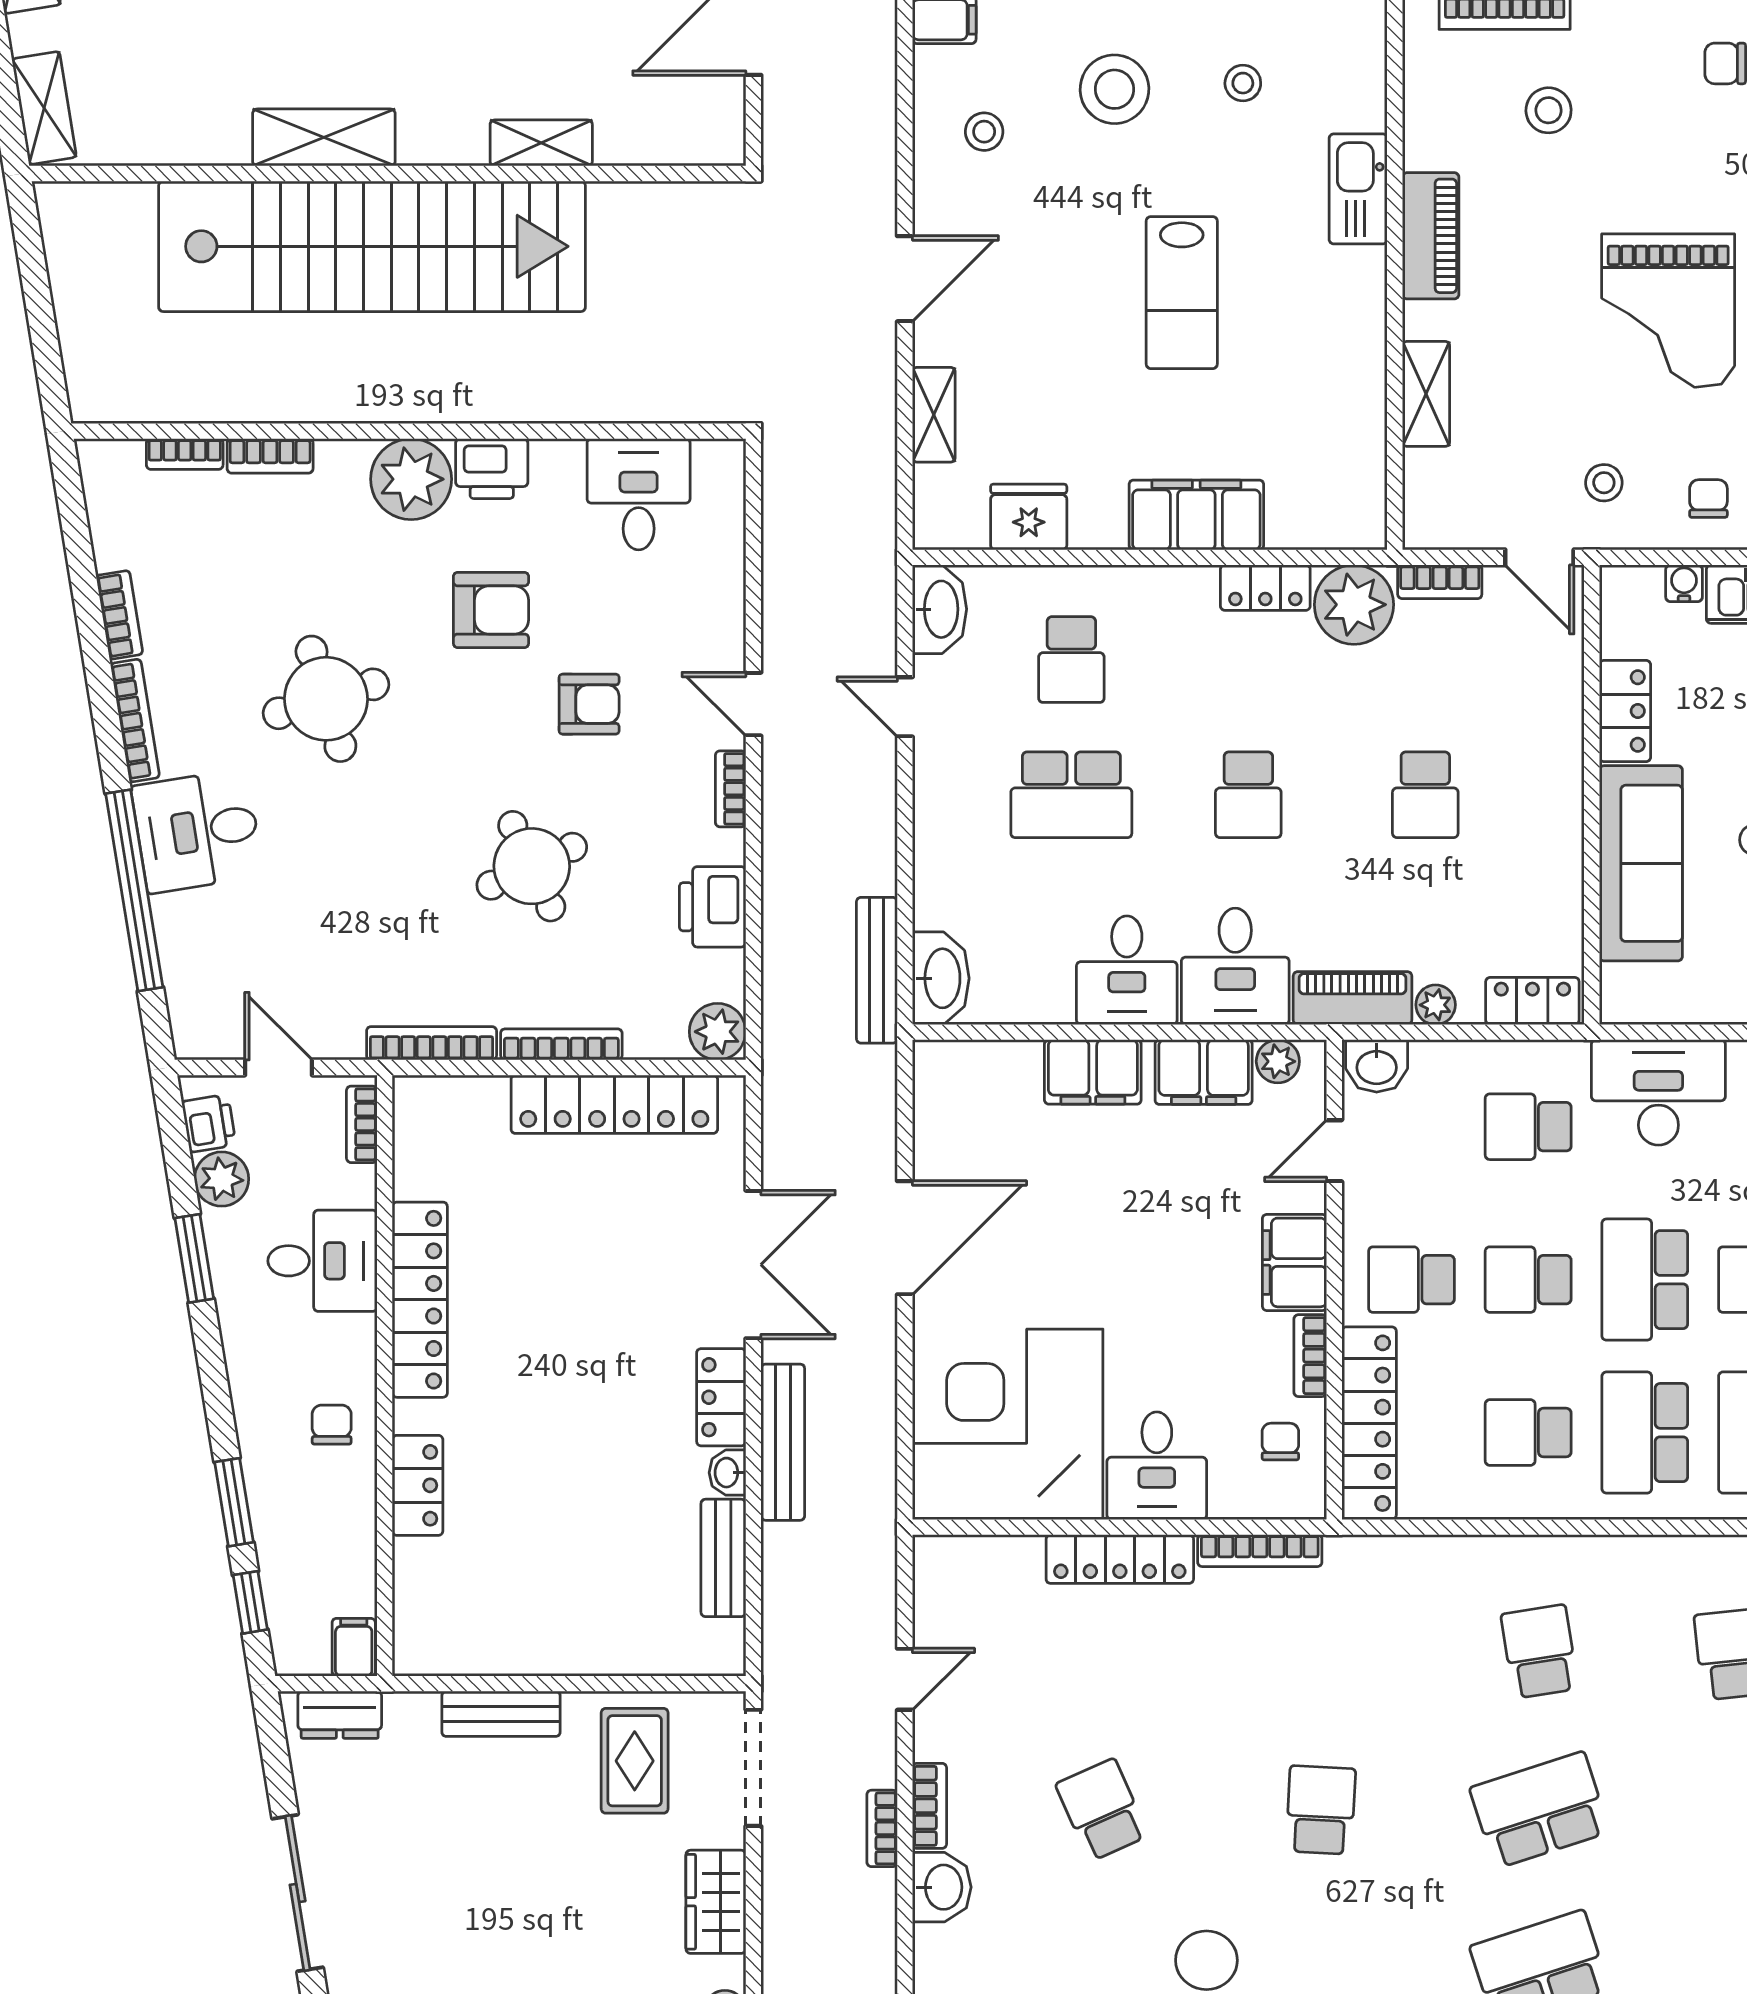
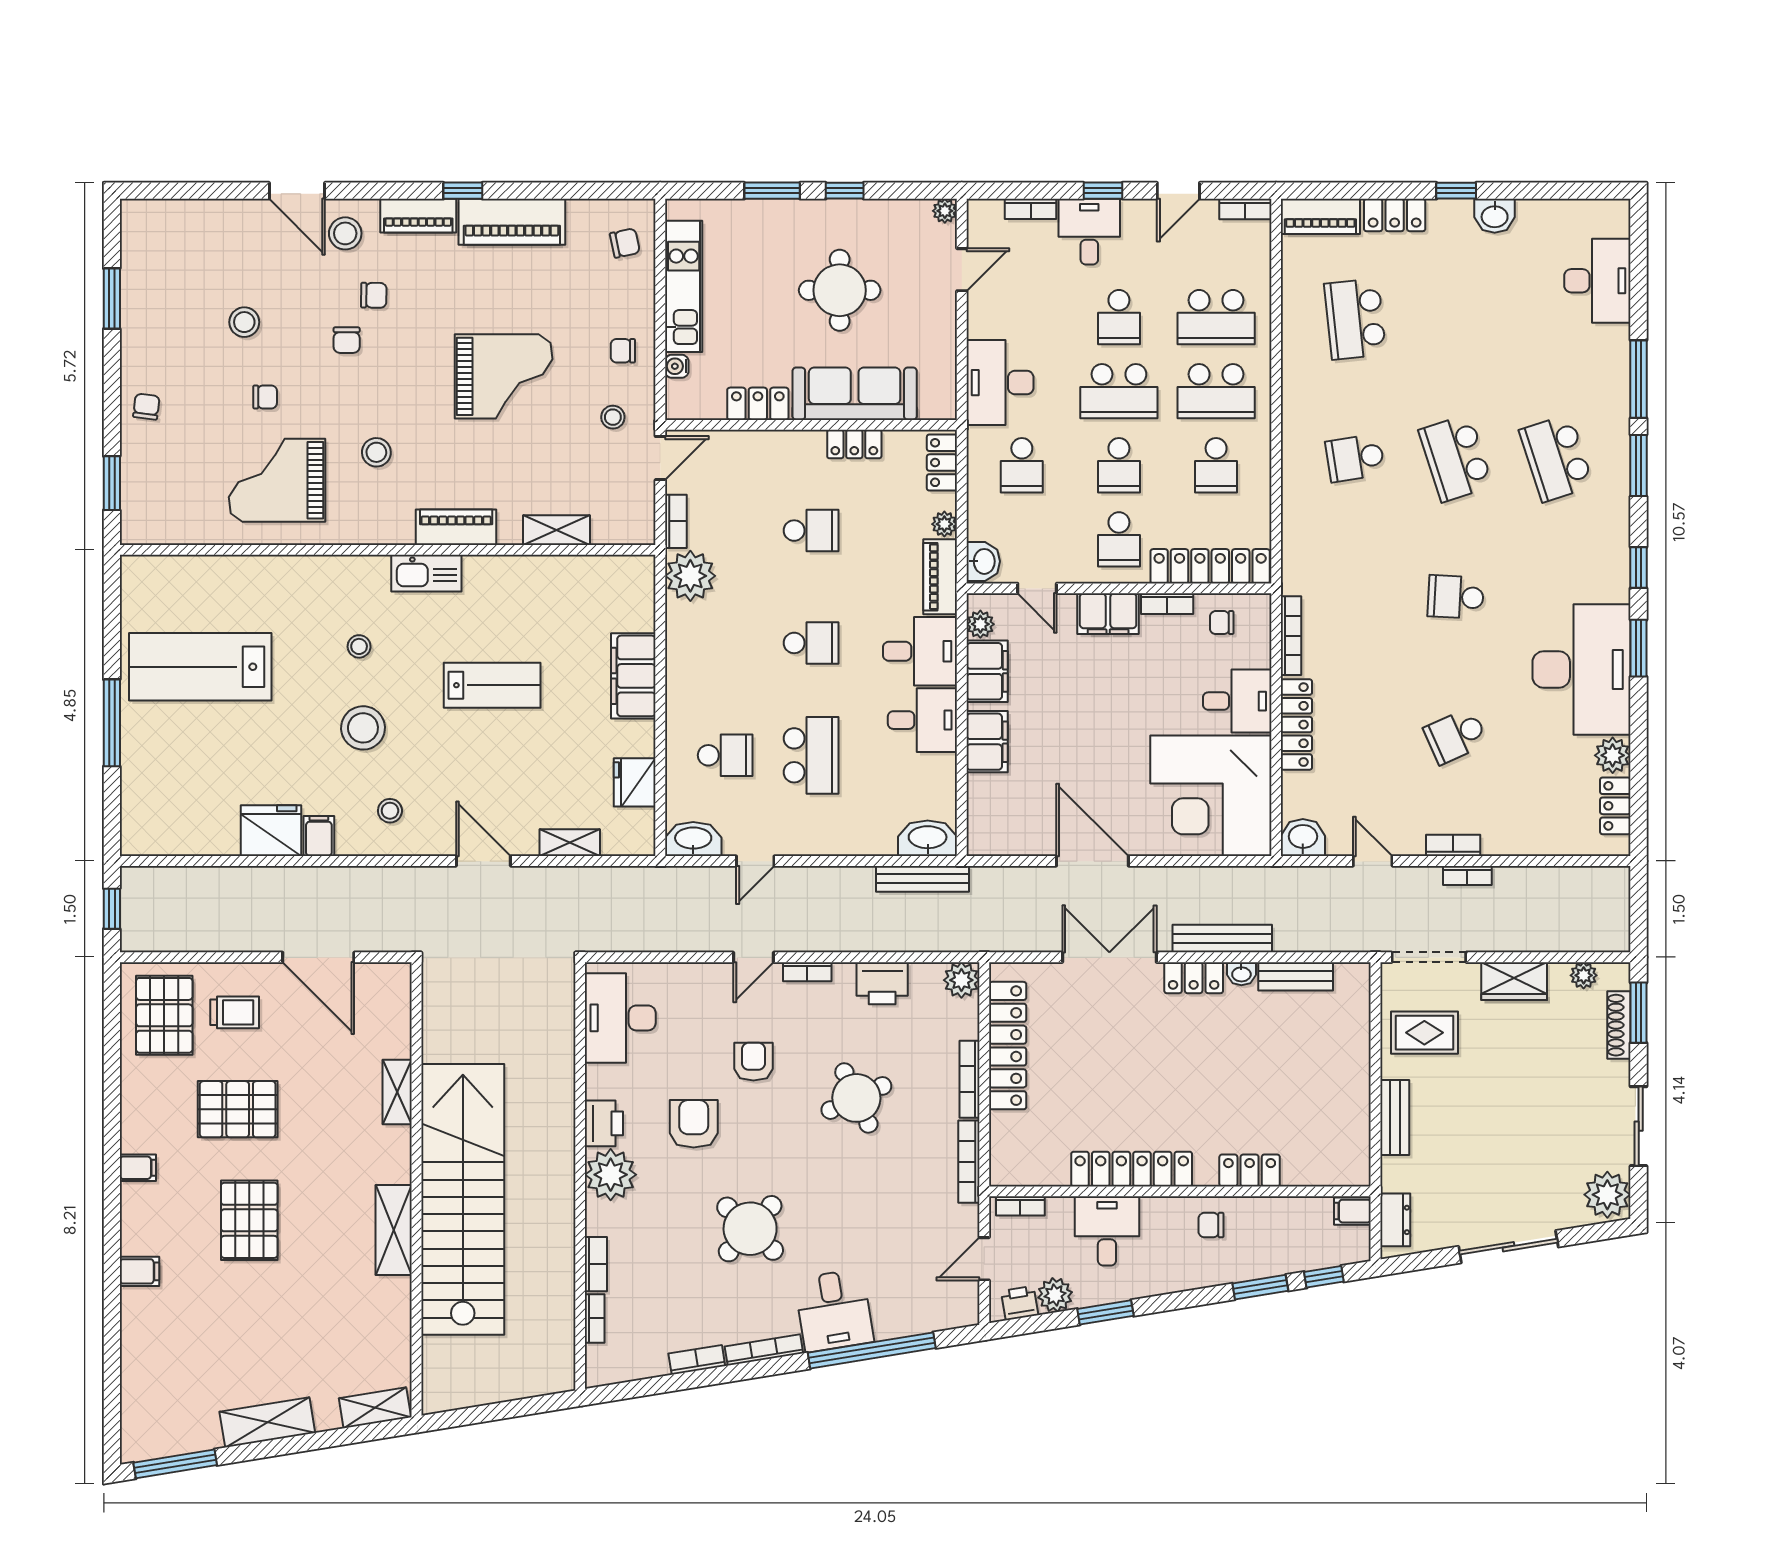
desk: (639, 494) -> (620, 1018), width x1.37
locker: (1265, 588) -> (854, 444), moved, turned 90
round table: (326, 699) -> (750, 1229), turned -30
washbasin: (942, 1887) -> (1303, 838), moved

